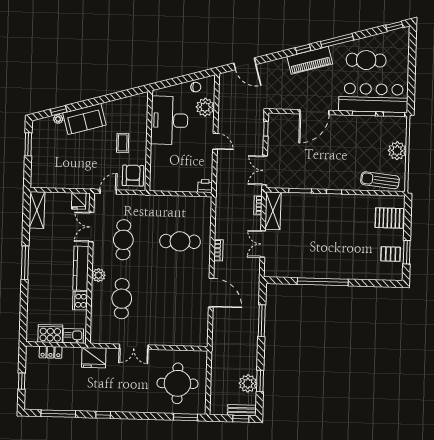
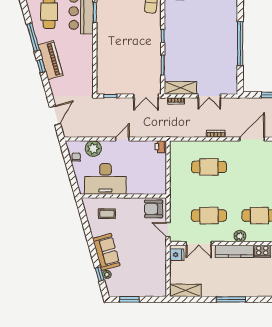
door: (314, 112) -> (95, 55), removed
coffee table: (123, 143) -> (107, 214), moved
cafe table: (180, 241) -> (209, 167), turned 90

